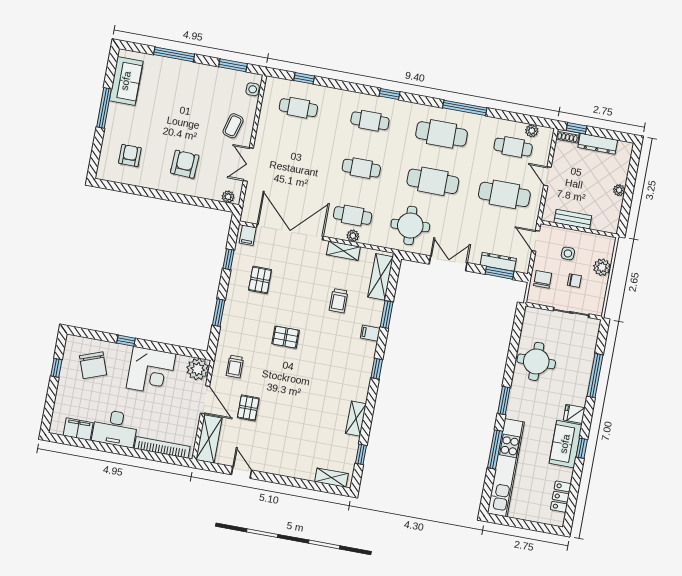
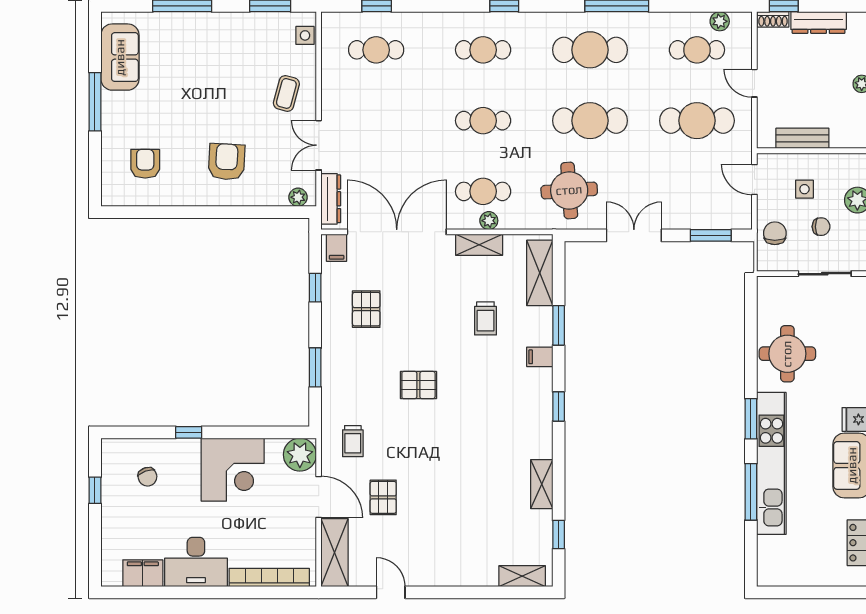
dresser: (498, 262) -> (331, 199), moved, turned 90
chair: (93, 365) -> (148, 477), width x0.54, depth x0.54
kitchen unit: (506, 468) -> (771, 463), moved

